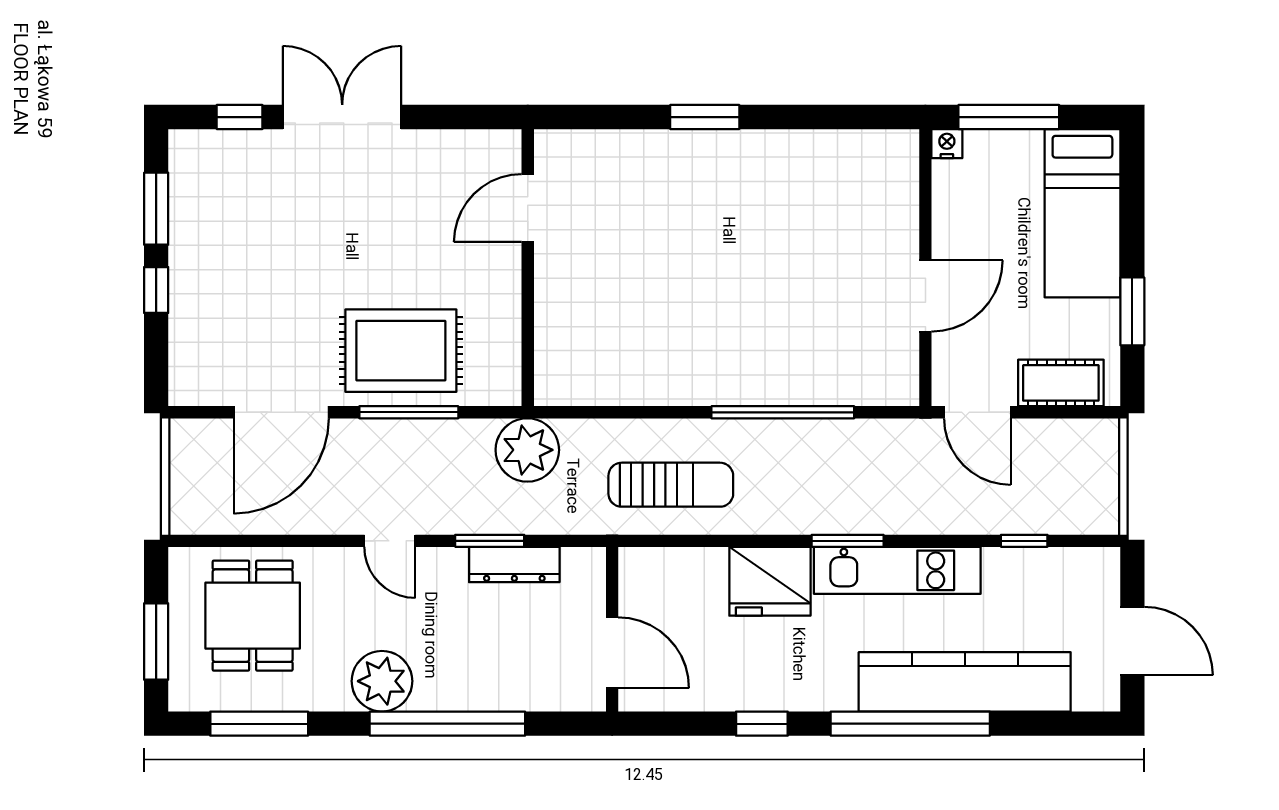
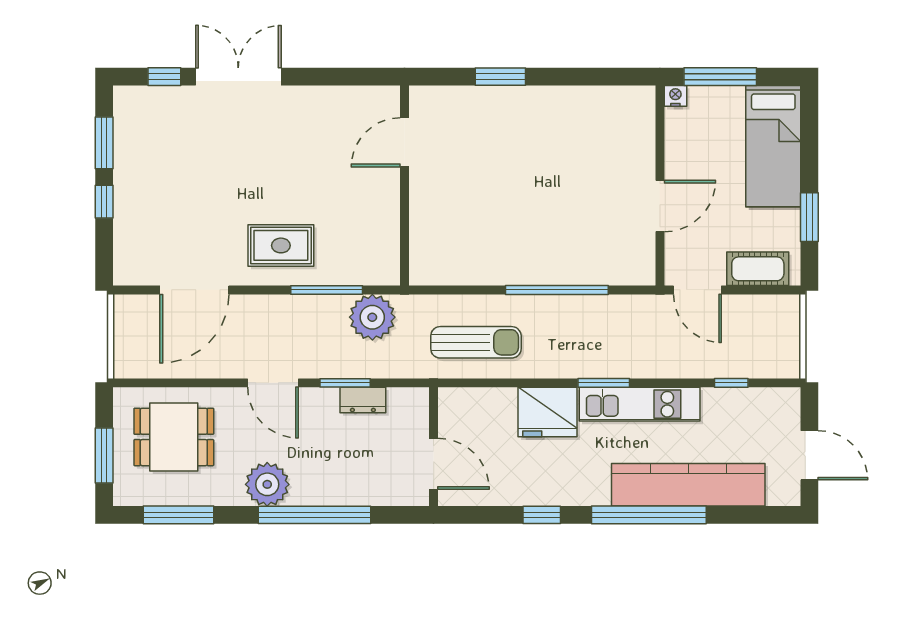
door: (528, 208) -> (405, 142), moved
wall: (528, 268) -> (405, 185), moved
rug: (401, 351) -> (281, 245), width x0.73, depth x0.70
window: (409, 412) -> (327, 290), moved
door: (390, 541) -> (273, 383), width x1.38
dresser: (514, 565) -> (363, 400), width x0.70
dining table: (253, 616) -> (174, 437), turned 90

